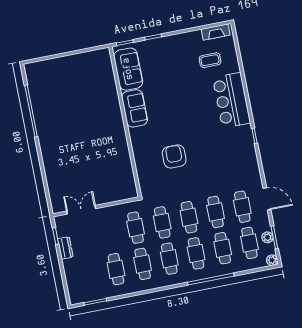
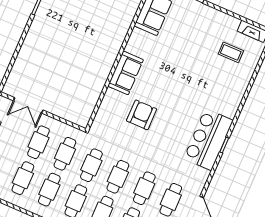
bar counter: (232, 100) -> (208, 139), moved
sofa: (135, 108) -> (126, 73), moved
double door: (81, 210) -> (28, 105), swing flipped
cafe table: (109, 233) -> (38, 142), added

